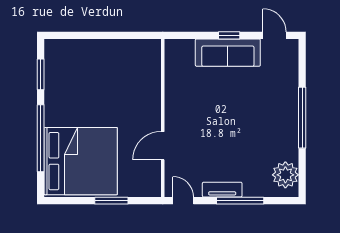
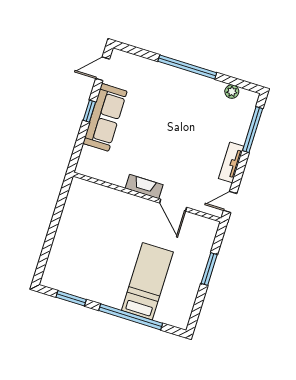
fireplace: (172, 112) -> (144, 187), added
bed: (81, 161) -> (147, 281), width x0.49
plant: (285, 175) -> (232, 92), width x0.53, depth x0.53
window: (240, 201) -> (253, 130), moved

